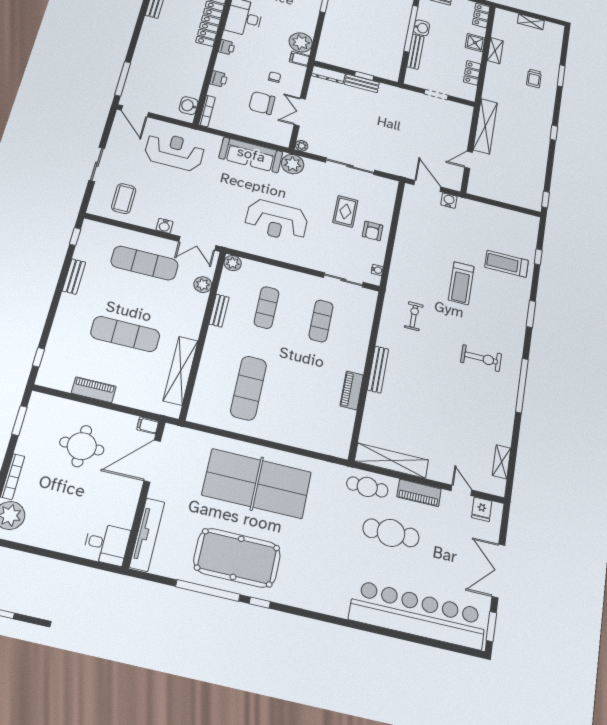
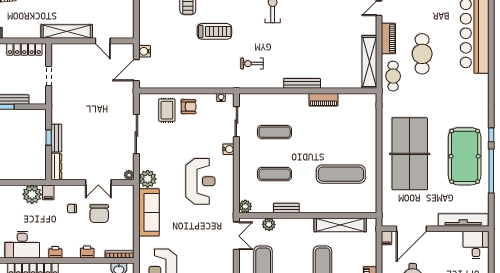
locker: (472, 73) -> (24, 49), width x1.53
rug: (345, 211) -> (167, 110), moved, turned 90
water cooler: (164, 226) -> (229, 149), moved
door: (152, 461) -> (411, 229), hinge flipped

